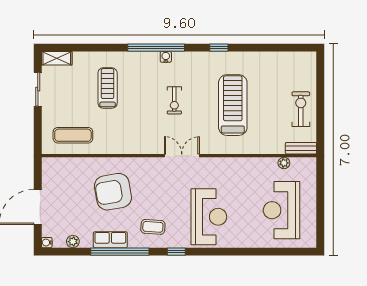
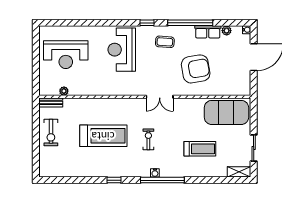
treadmill: (108, 88) -> (200, 149), turned -90
treadmill: (233, 105) -> (103, 136), turned -90
exercise mat: (73, 135) -> (226, 112), width x2.00, depth x1.45
double door: (182, 156) -> (160, 97), moved
reception desk: (281, 210) -> (66, 55), turned 90
row of seats: (110, 240) -> (208, 32), moved

